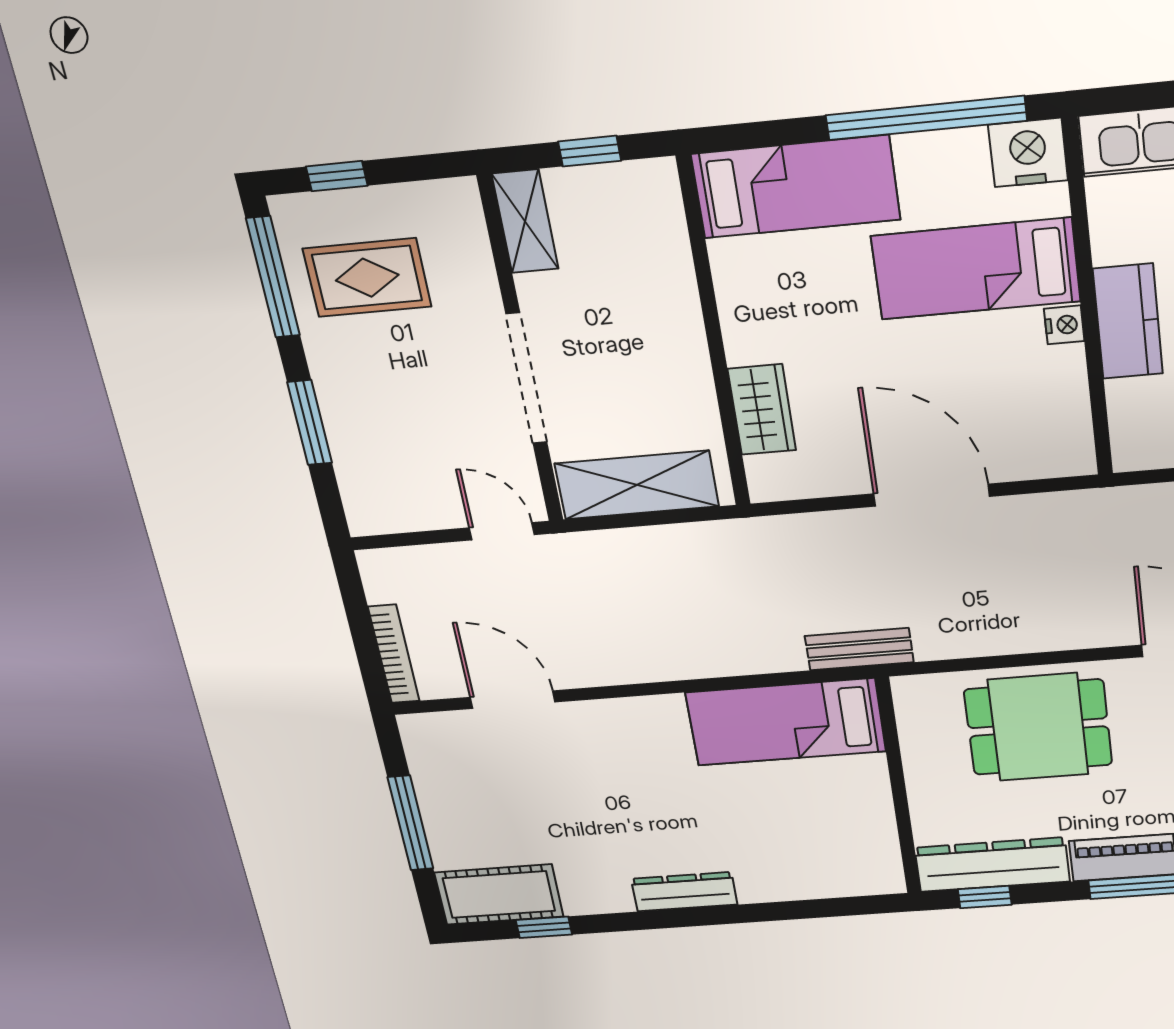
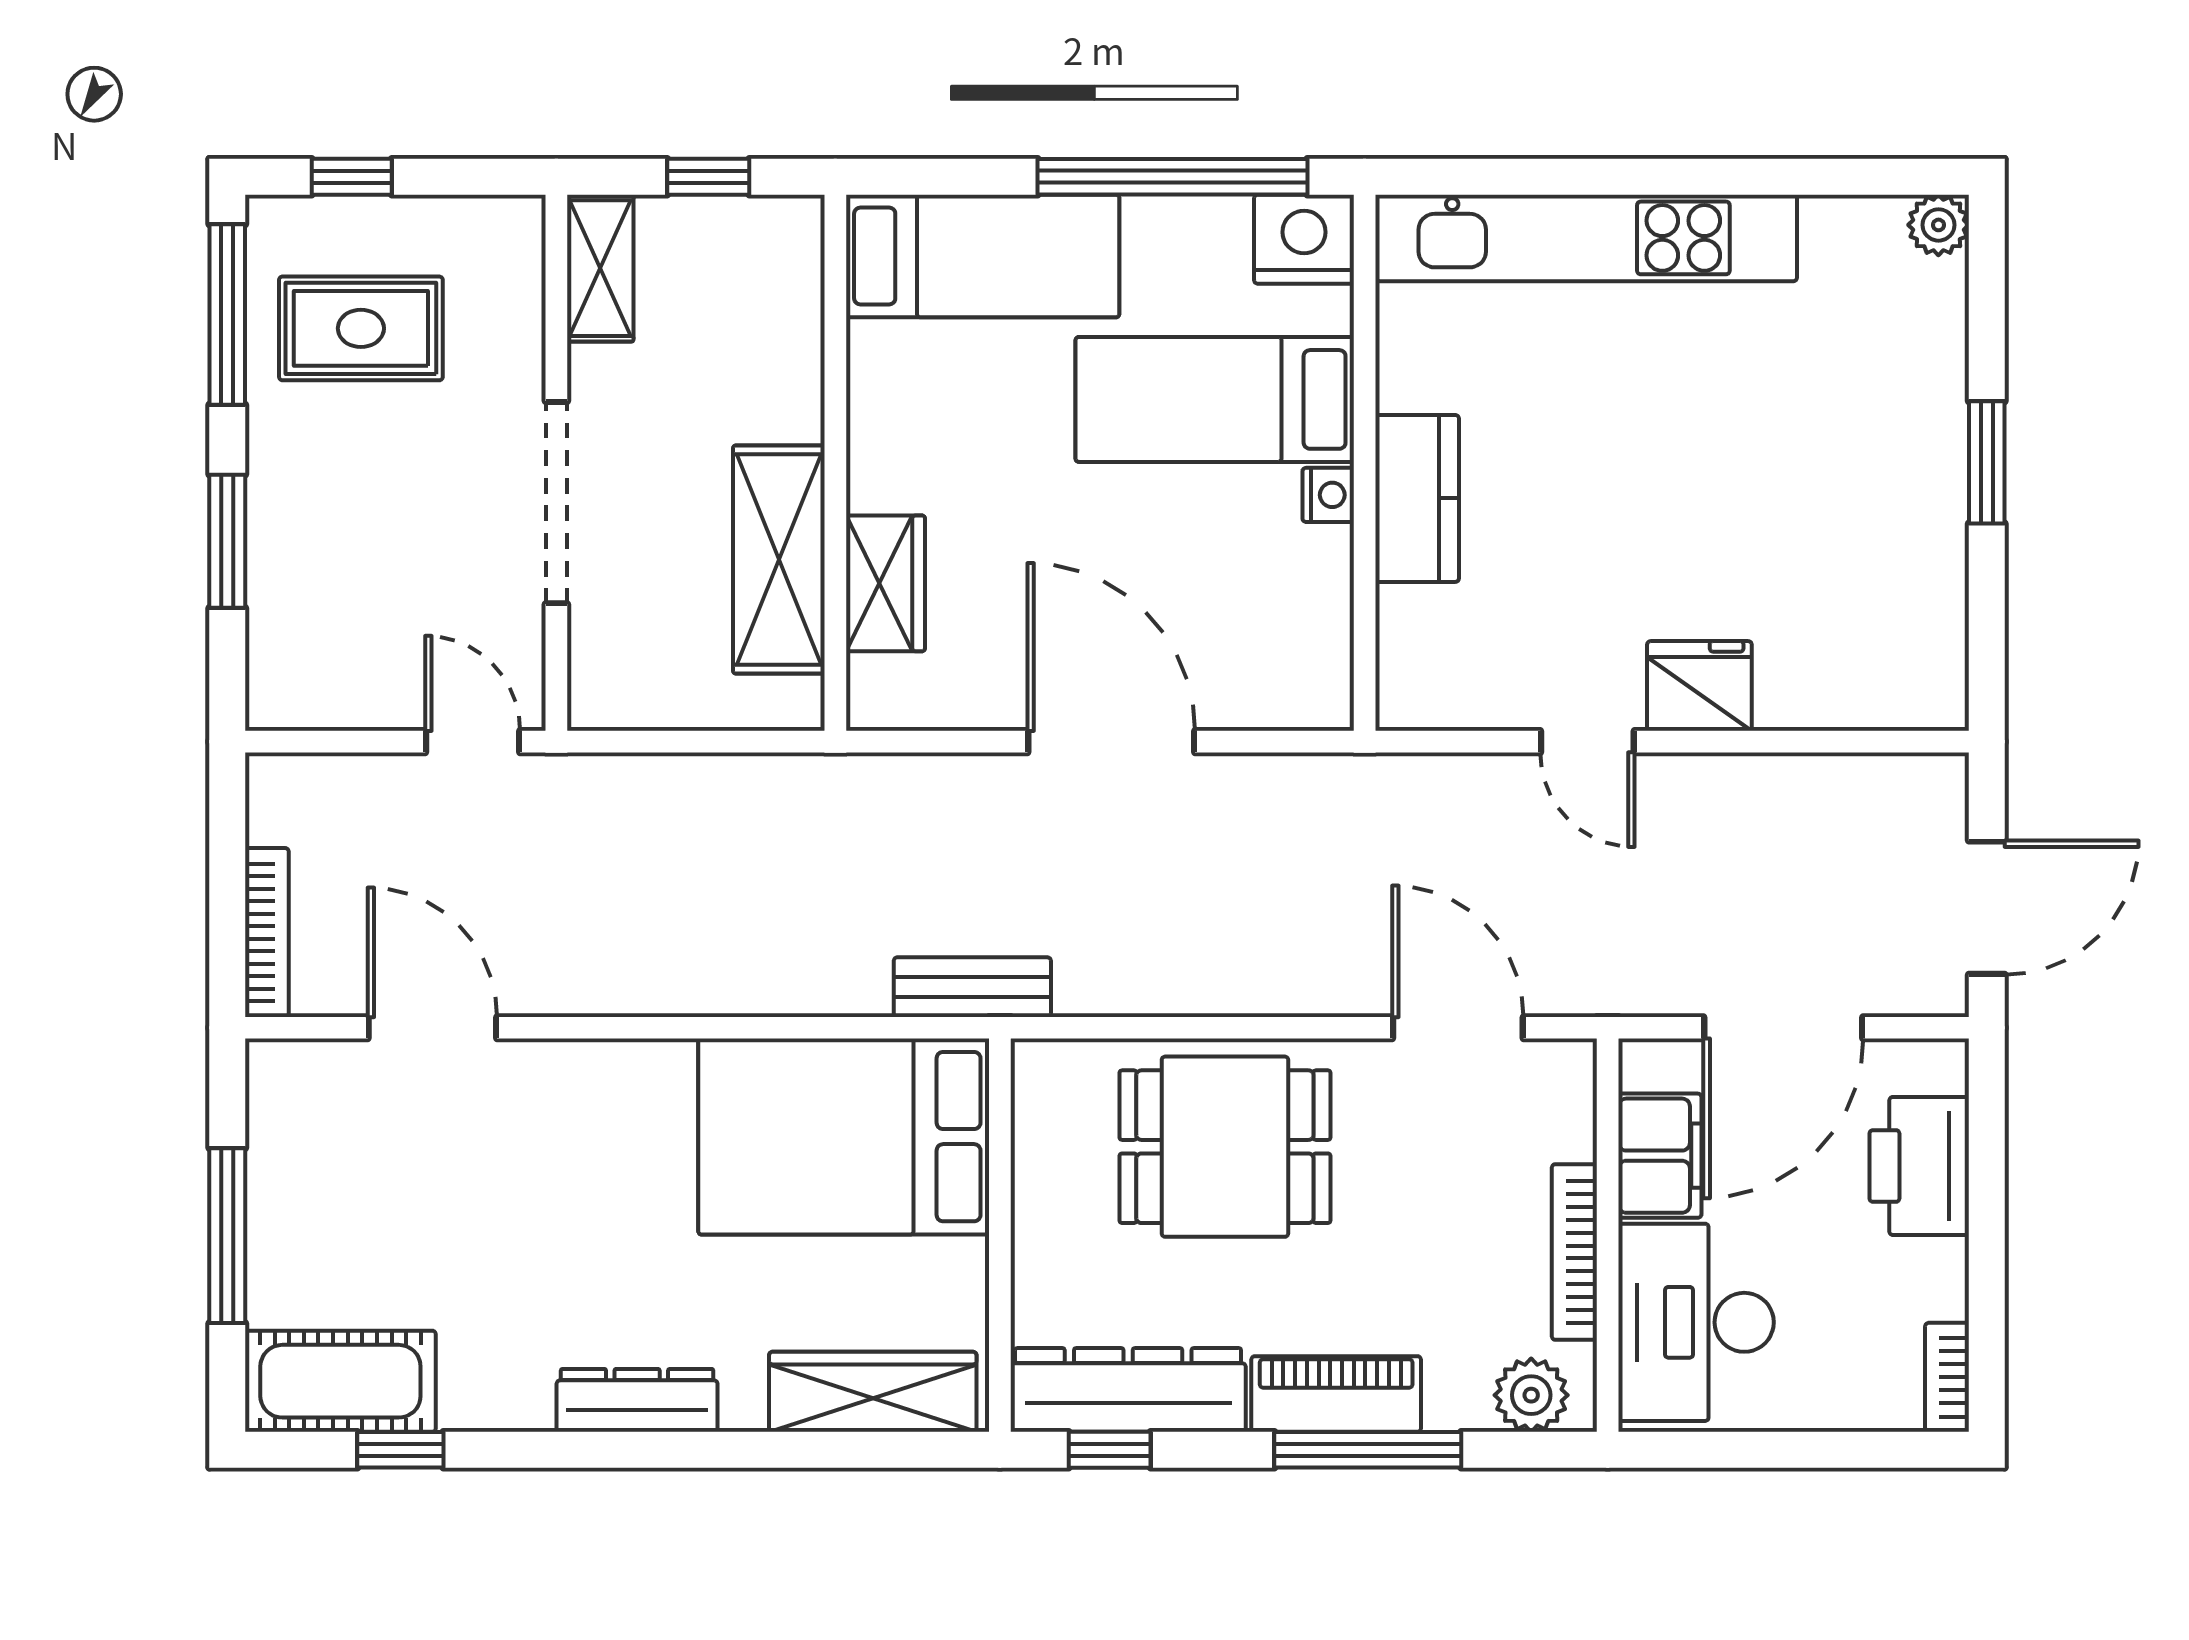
shelving: (637, 485) -> (779, 560), moved, turned 90
bed: (786, 722) -> (844, 1137), width x1.50
wardrobe: (831, 877) -> (873, 1392), added

